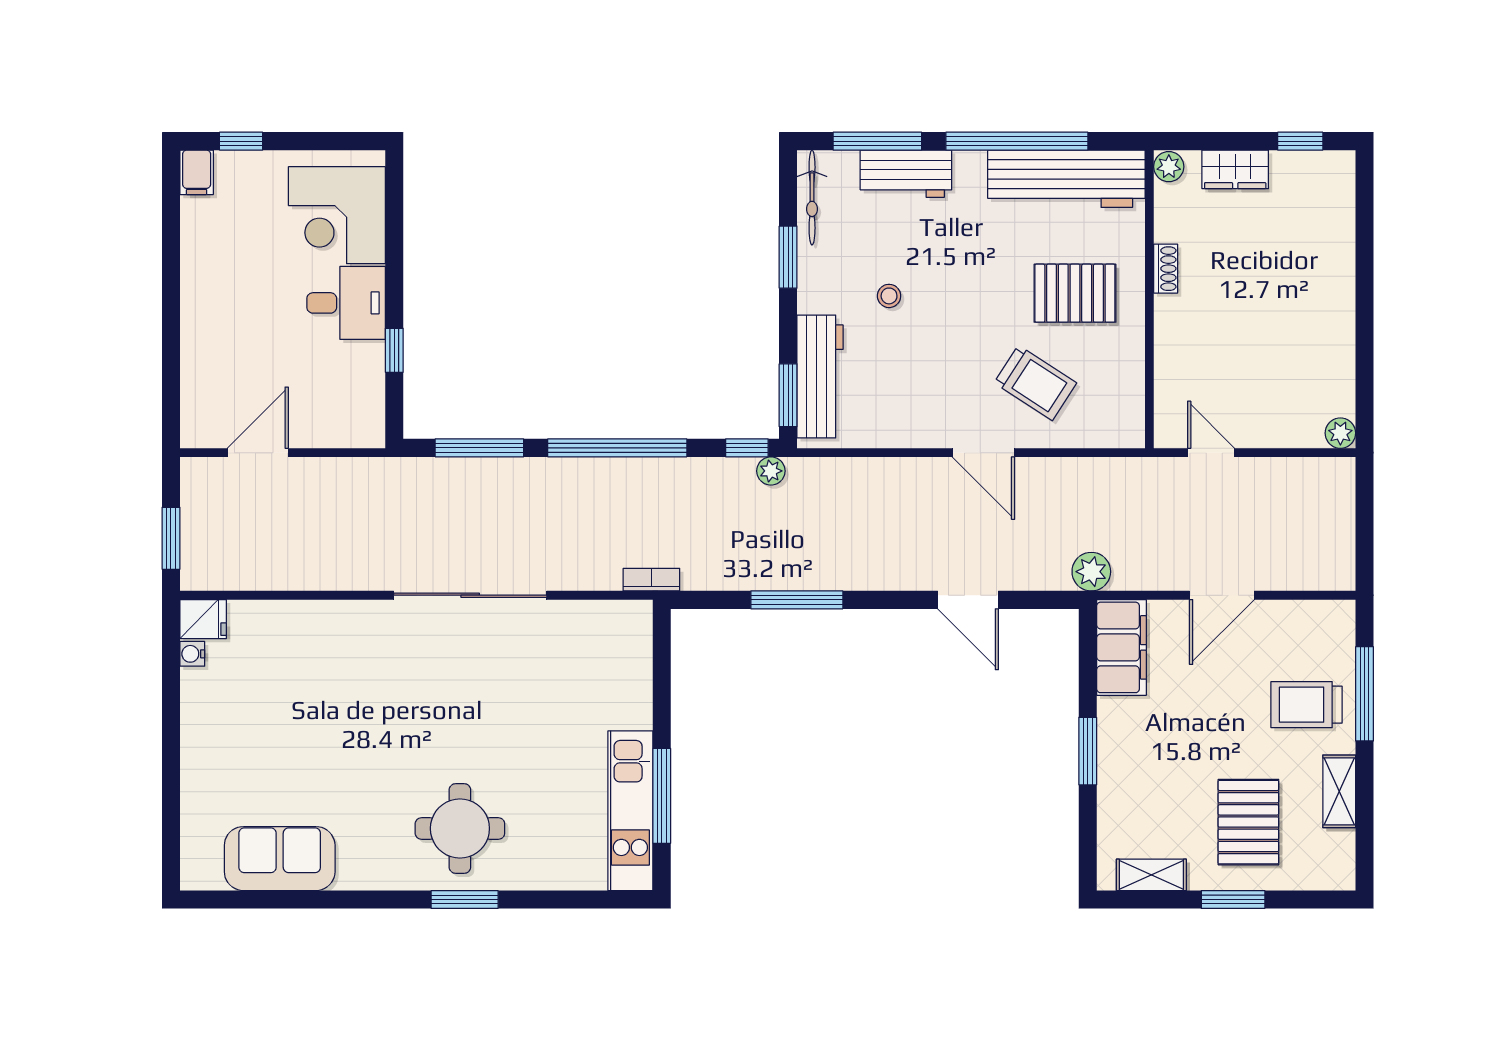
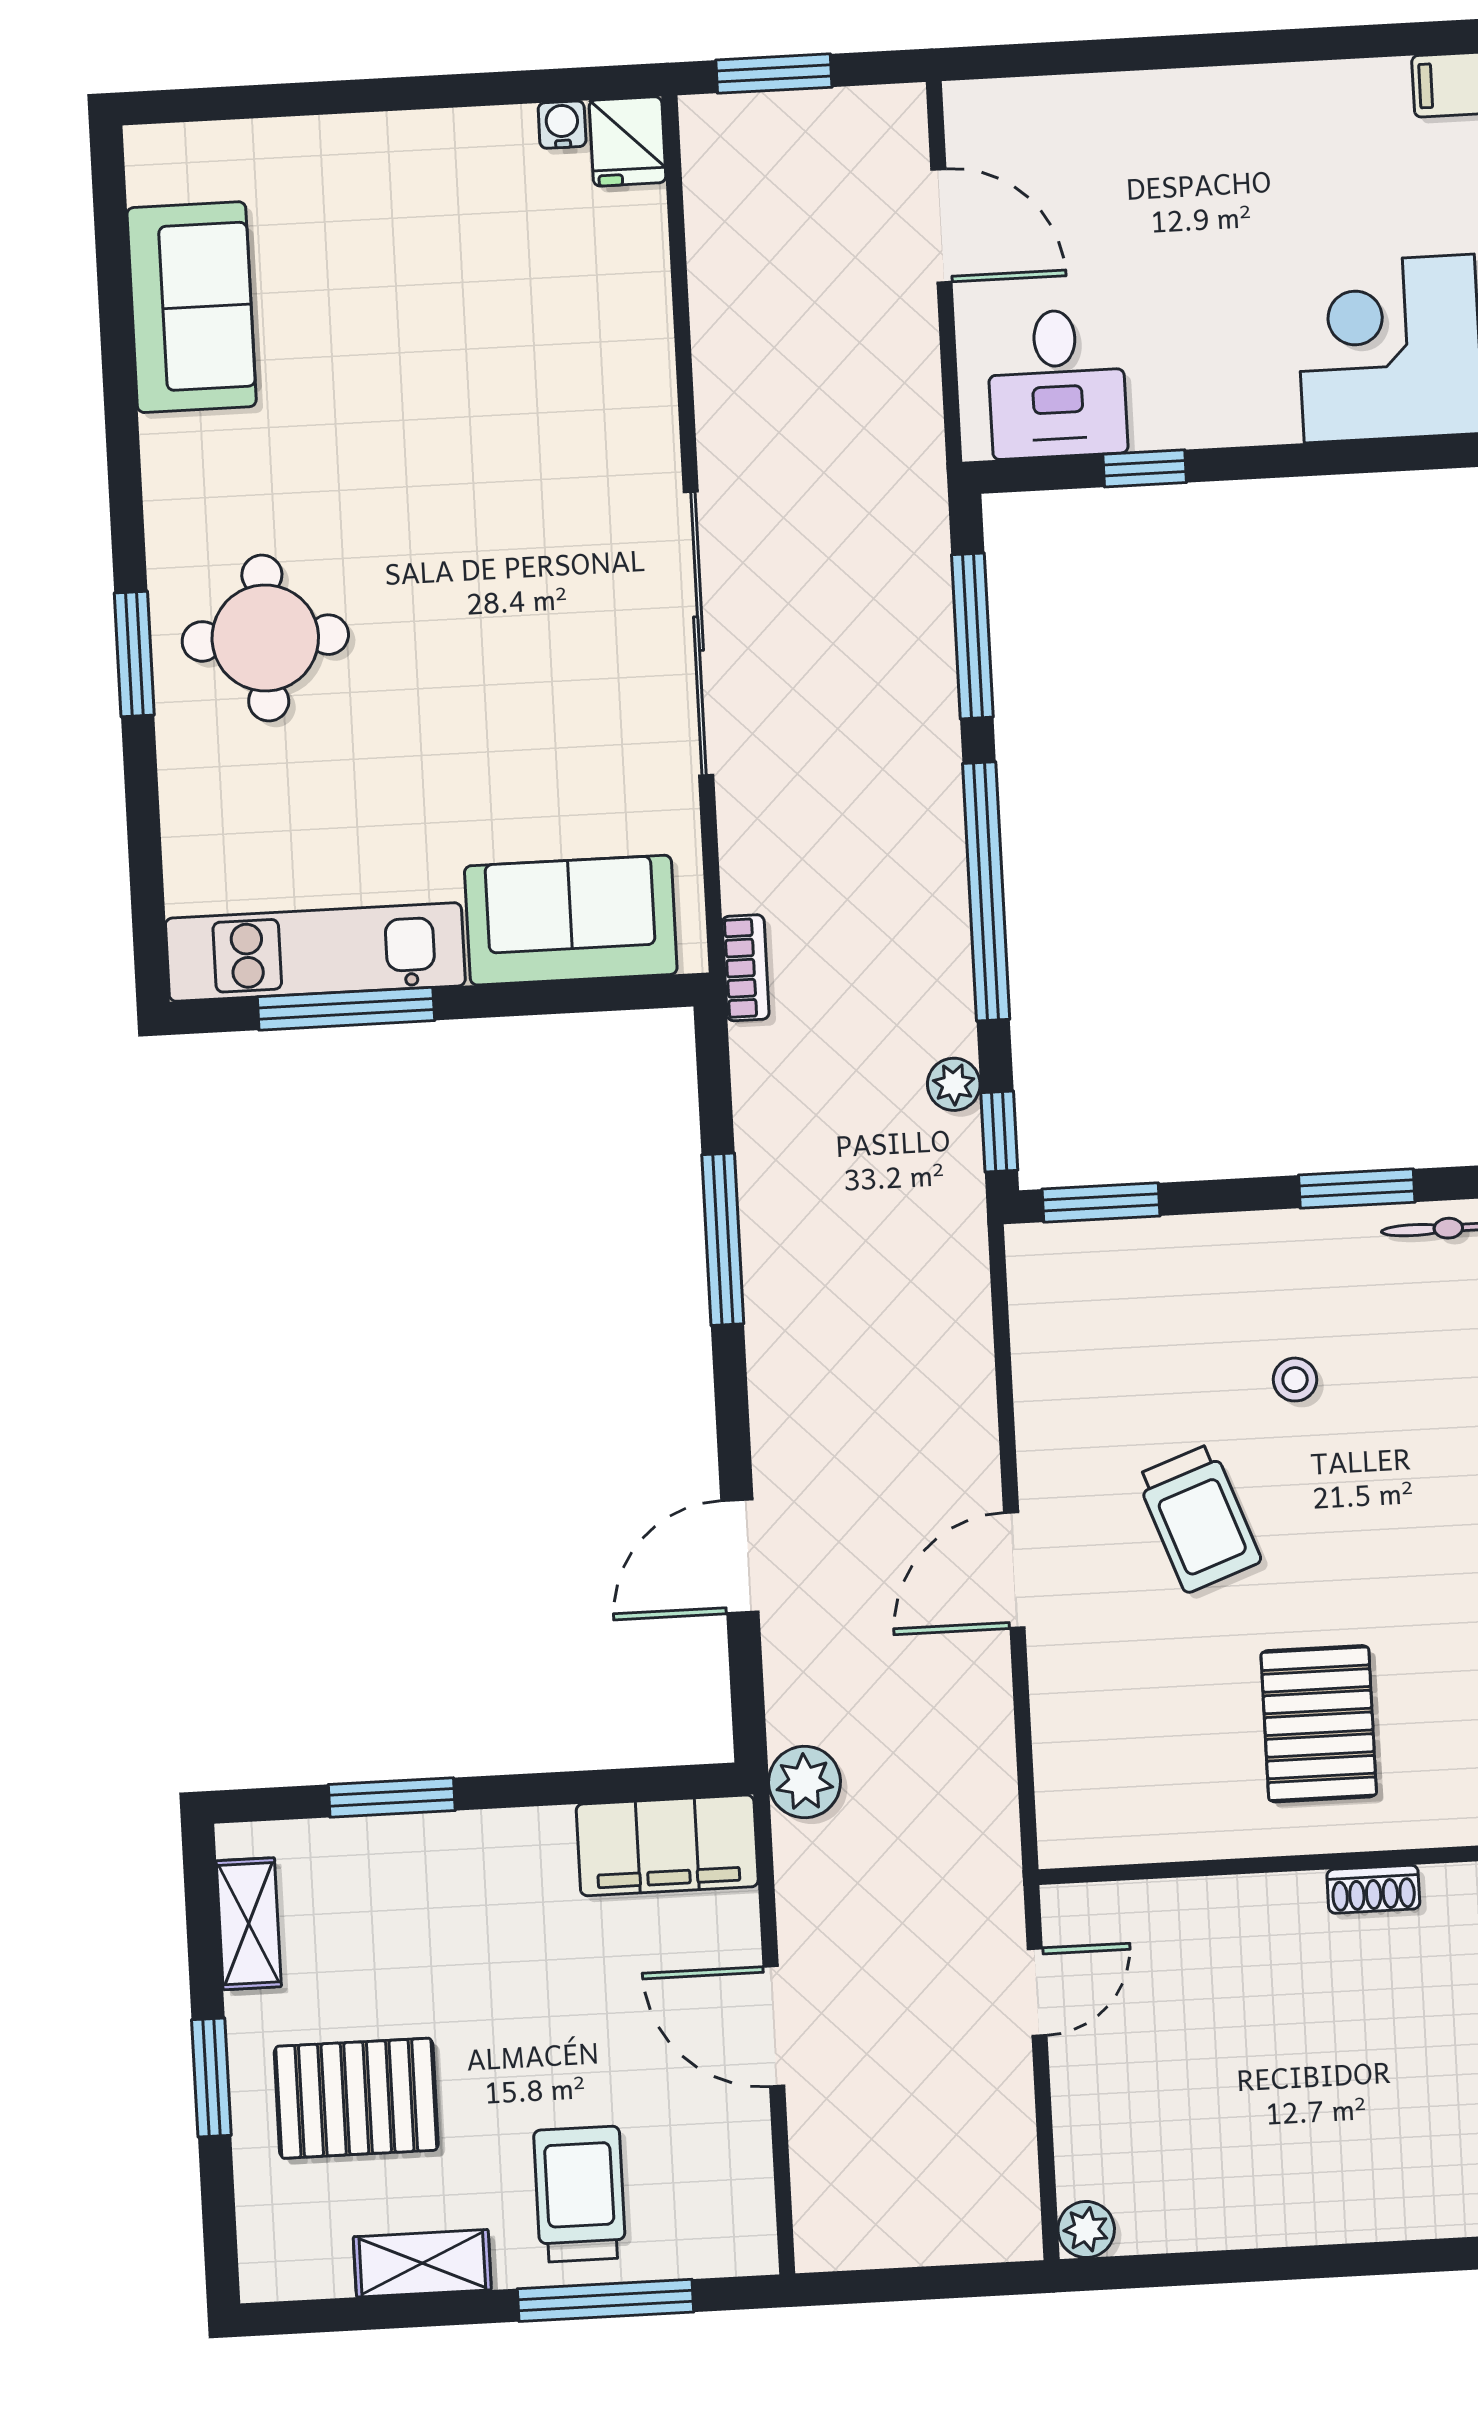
desk: (346, 303) -> (1057, 384), moved
workbench: (820, 376) -> (1139, 1260), removed
trolley: (1035, 383) -> (1199, 1518), moved, turned -53
plant: (771, 471) -> (954, 1084), moved
sofa: (621, 672) -> (571, 920), added
window: (1088, 751) -> (392, 1798), moved

